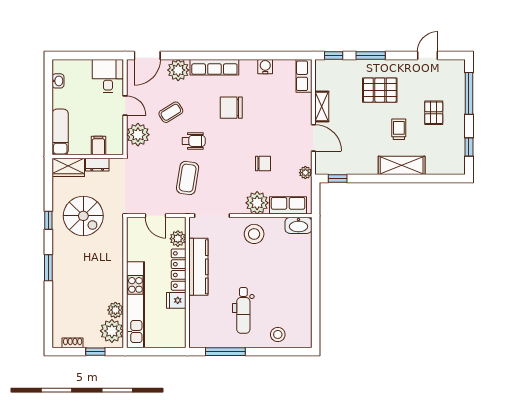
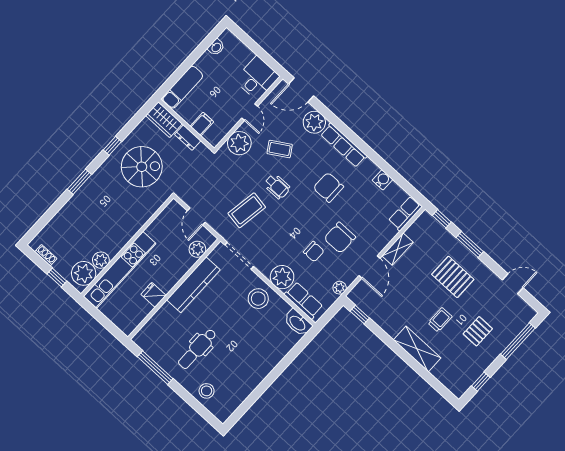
chair: (273, 136) -> (340, 238), added
spiral stairs: (83, 216) -> (142, 167), turned -90
locker: (179, 270) -> (177, 273), removed

